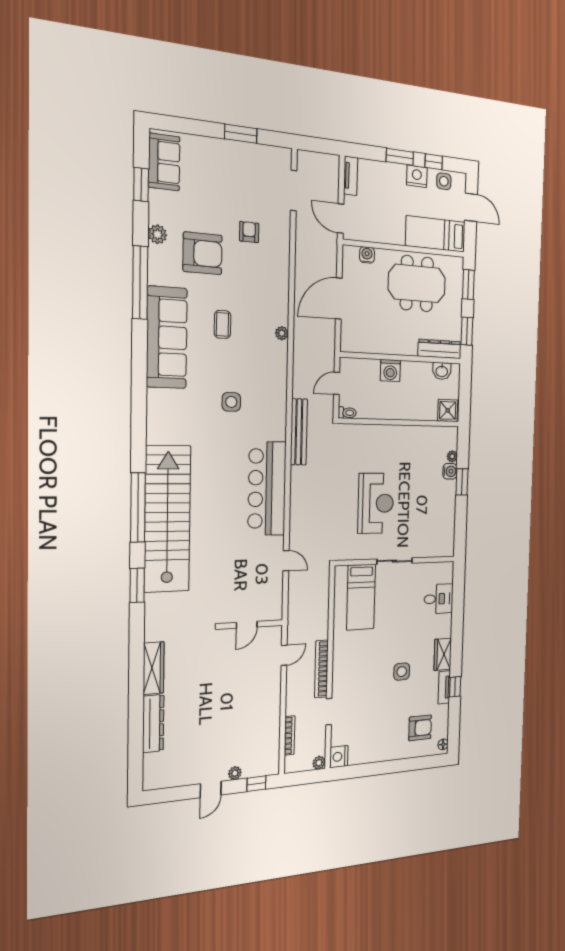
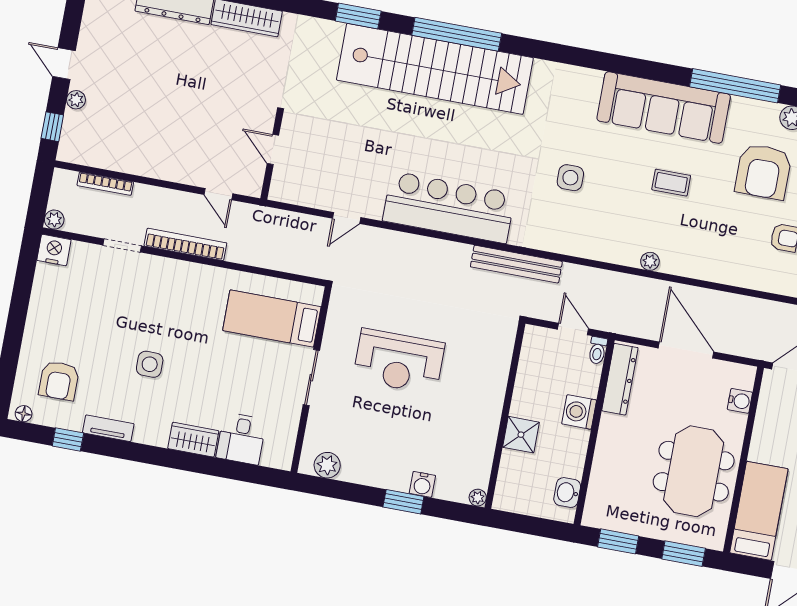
dresser: (440, 349) -> (620, 379), moved
shower: (448, 410) -> (521, 435), moved
toilet: (347, 413) -> (598, 350), moved
plant: (452, 456) -> (478, 498), moved
plant: (447, 538) -> (327, 465), added
wardrobe: (443, 654) -> (193, 440), moved
window: (455, 687) -> (68, 439), moved

